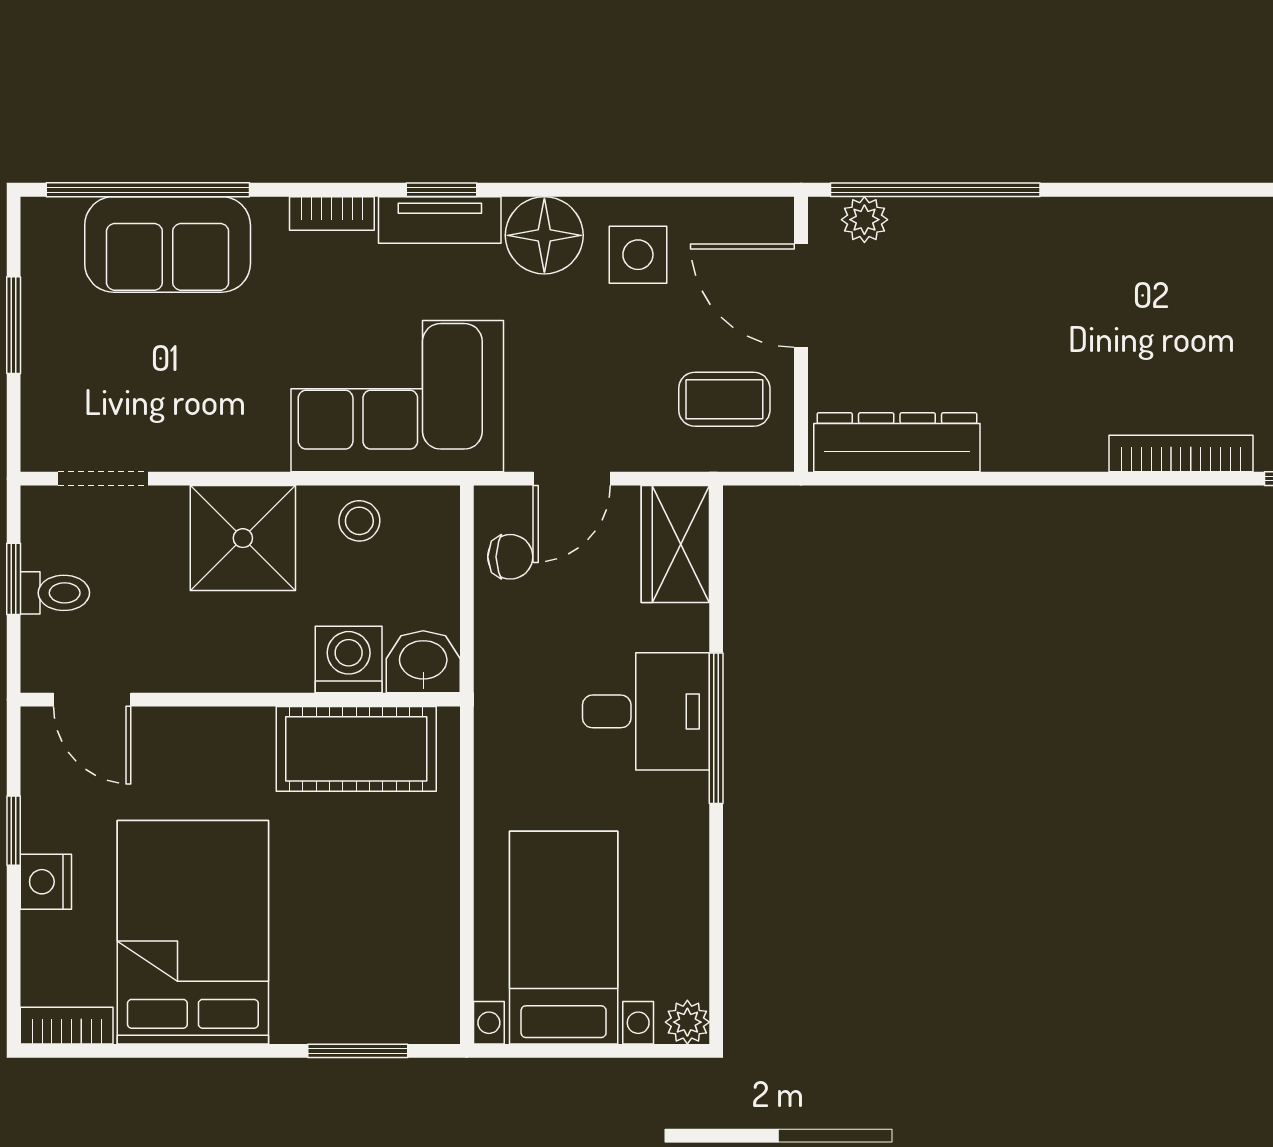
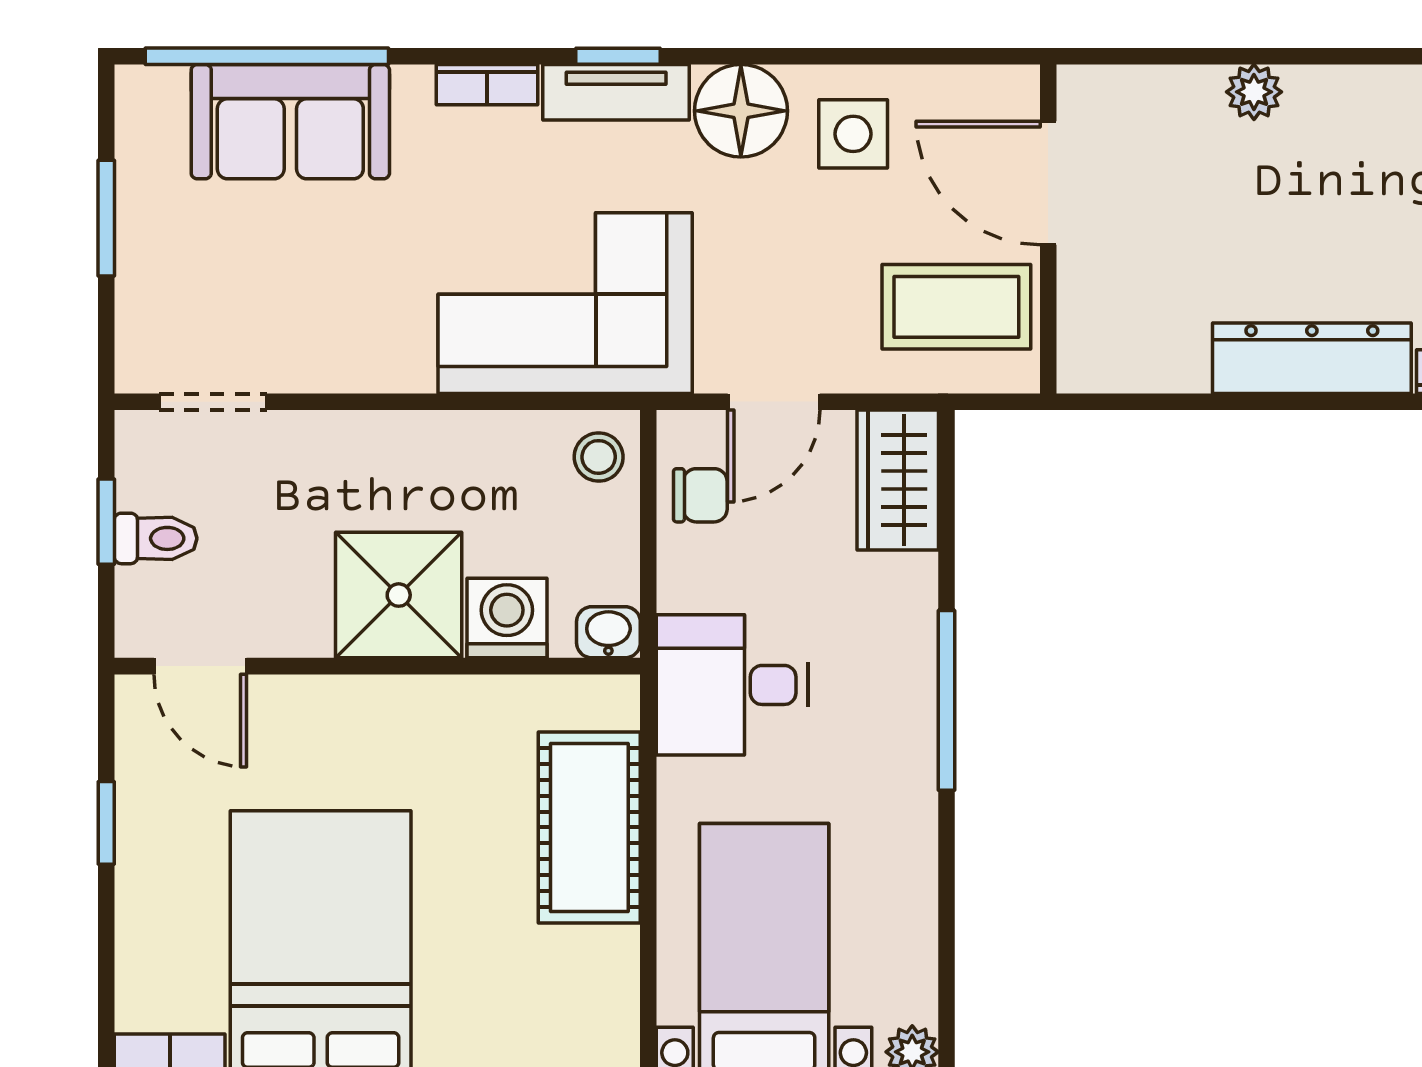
window: (935, 190) -> (1209, 56), removed
plant: (864, 220) -> (1254, 92), moved
coffee table: (724, 399) -> (956, 307), width x1.36, depth x1.30
dresser: (897, 442) -> (1312, 358), moved
stool: (359, 521) -> (599, 457), moved
shower: (243, 538) -> (399, 595), moved
washbasin: (423, 662) -> (608, 632), width x0.72, depth x0.69
desk: (646, 711) -> (732, 685), moved, turned 180
cot: (356, 749) -> (589, 827), moved, turned 90
nightstand: (46, 882) -> (145, 884), removed

